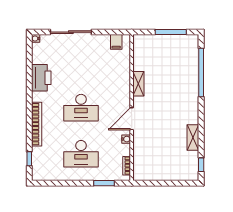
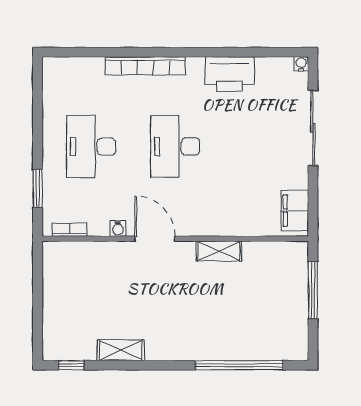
window: (171, 32) -> (313, 290), moved
filing cabinet: (116, 42) -> (295, 210), width x2.00
window: (29, 159) -> (82, 52), removed

